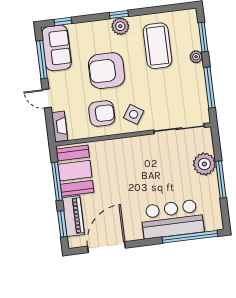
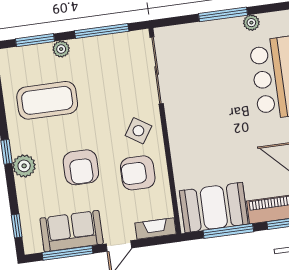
plant: (120, 26) -> (24, 166), moved
sofa: (57, 48) -> (72, 231), moved
armchair: (107, 71) -> (81, 167), width x0.73, depth x0.73
armchair: (102, 113) -> (138, 173), turned -90
plant: (204, 164) -> (251, 23), moved, width x0.53, depth x0.53

